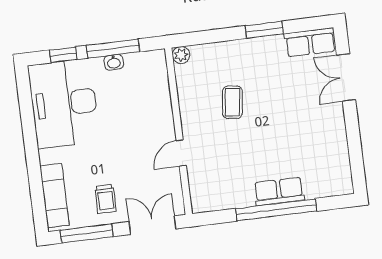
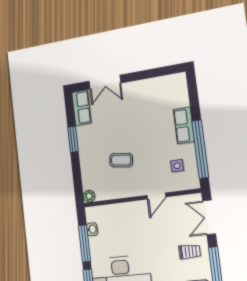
washbasin: (114, 62) -> (92, 229), moved
door: (181, 153) -> (156, 196), hinge flipped
side table: (223, 182) -> (177, 166), added
window: (276, 210) -> (200, 149), moved

